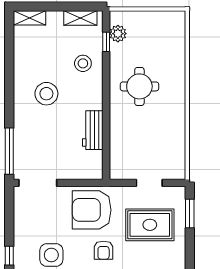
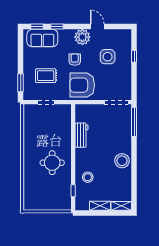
shelving: (80, 18) -> (100, 206), moved
plant: (118, 34) -> (66, 196), removed
stool: (46, 94) -> (122, 161), moved
armchair: (92, 210) -> (82, 85), turned 180
rug: (150, 225) -> (46, 76), width x0.73, depth x0.70

